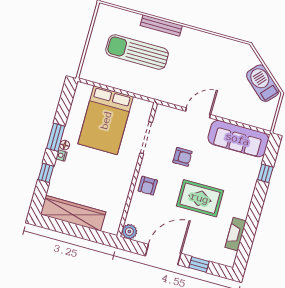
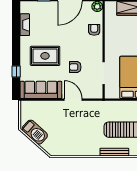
door: (198, 113) -> (73, 100), swing flipped
armchair: (148, 186) -> (94, 30), moved
rug: (200, 198) -> (45, 56), moved

